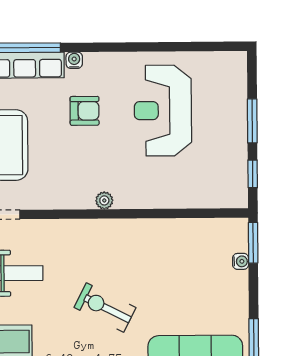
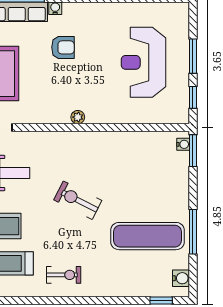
reception desk: (163, 111) -> (144, 62), moved
water cooler: (241, 261) -> (183, 144), moved

